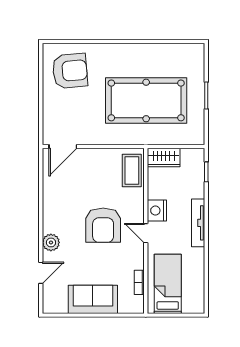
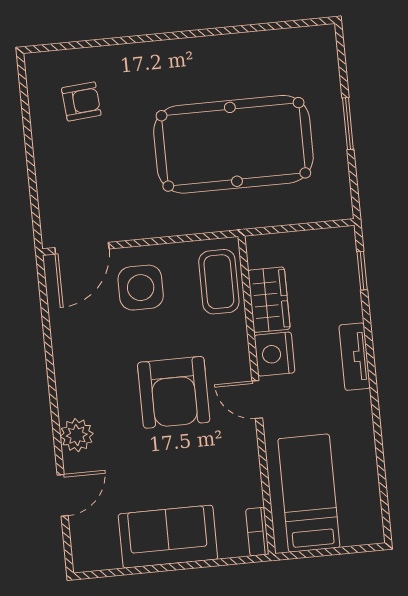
armchair: (70, 71) -> (81, 102), width x0.53, depth x0.53
wardrobe: (164, 157) -> (269, 300), moved, turned -90
side table: (91, 170) -> (141, 288), added
tv unit: (198, 223) -> (355, 357), width x0.71
bookcase: (139, 282) -> (257, 532), moved

